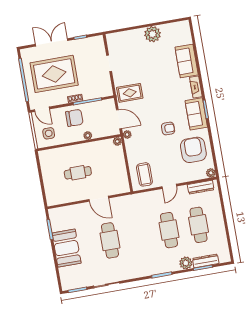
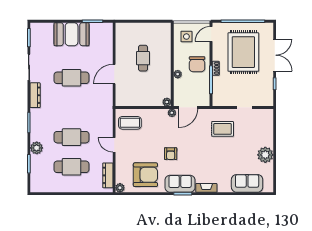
sofa: (187, 61) -> (247, 183), moved
rug: (130, 93) -> (223, 129), moved, turned 90
dresser: (206, 261) -> (35, 95), moved

